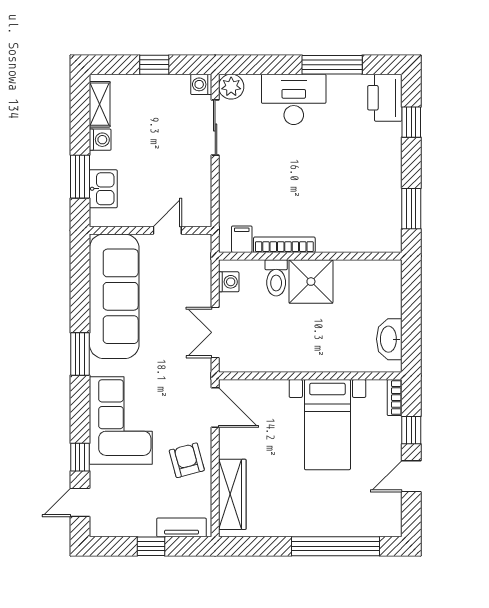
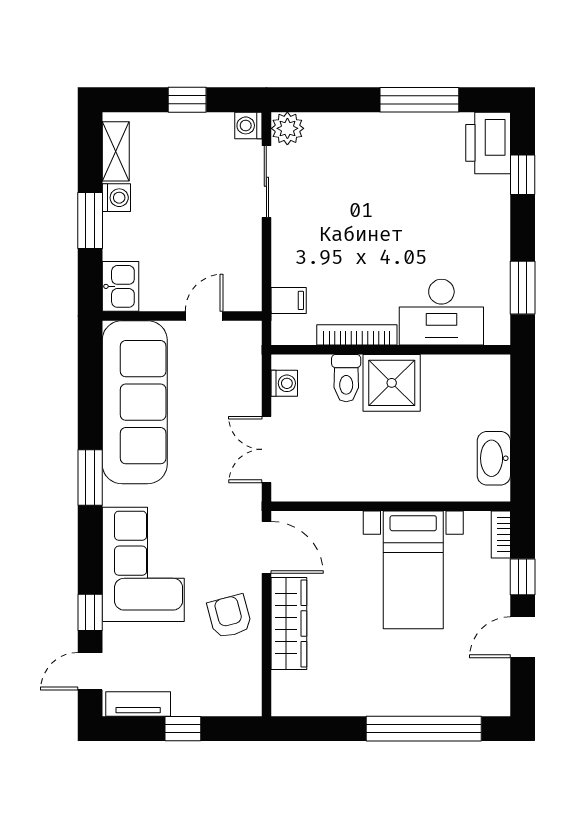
desk: (294, 99) -> (441, 312), moved, turned 180
window: (80, 177) -> (90, 220), moved
kitchen sink: (103, 189) -> (120, 286), moved
filing cabinet: (242, 239) -> (289, 300), moved, turned 90
wardrobe: (232, 494) -> (289, 623), moved
tv unit: (181, 527) -> (138, 704), moved

